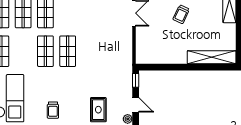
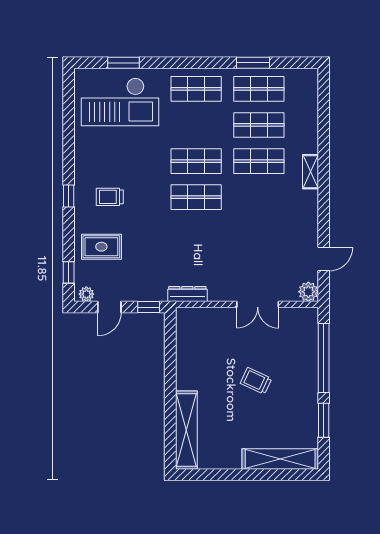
dresser: (128, 57) -> (187, 294), added
trolley: (53, 110) -> (110, 197), moved

